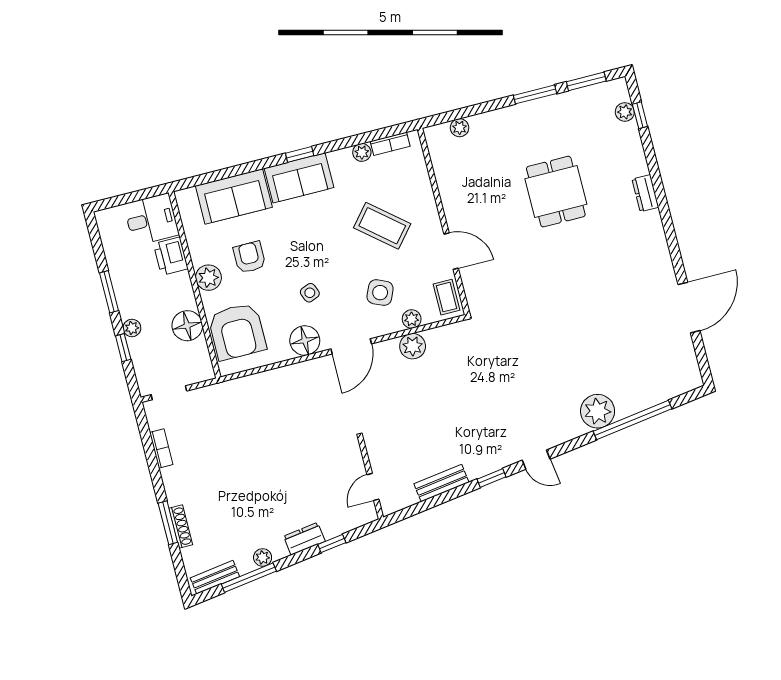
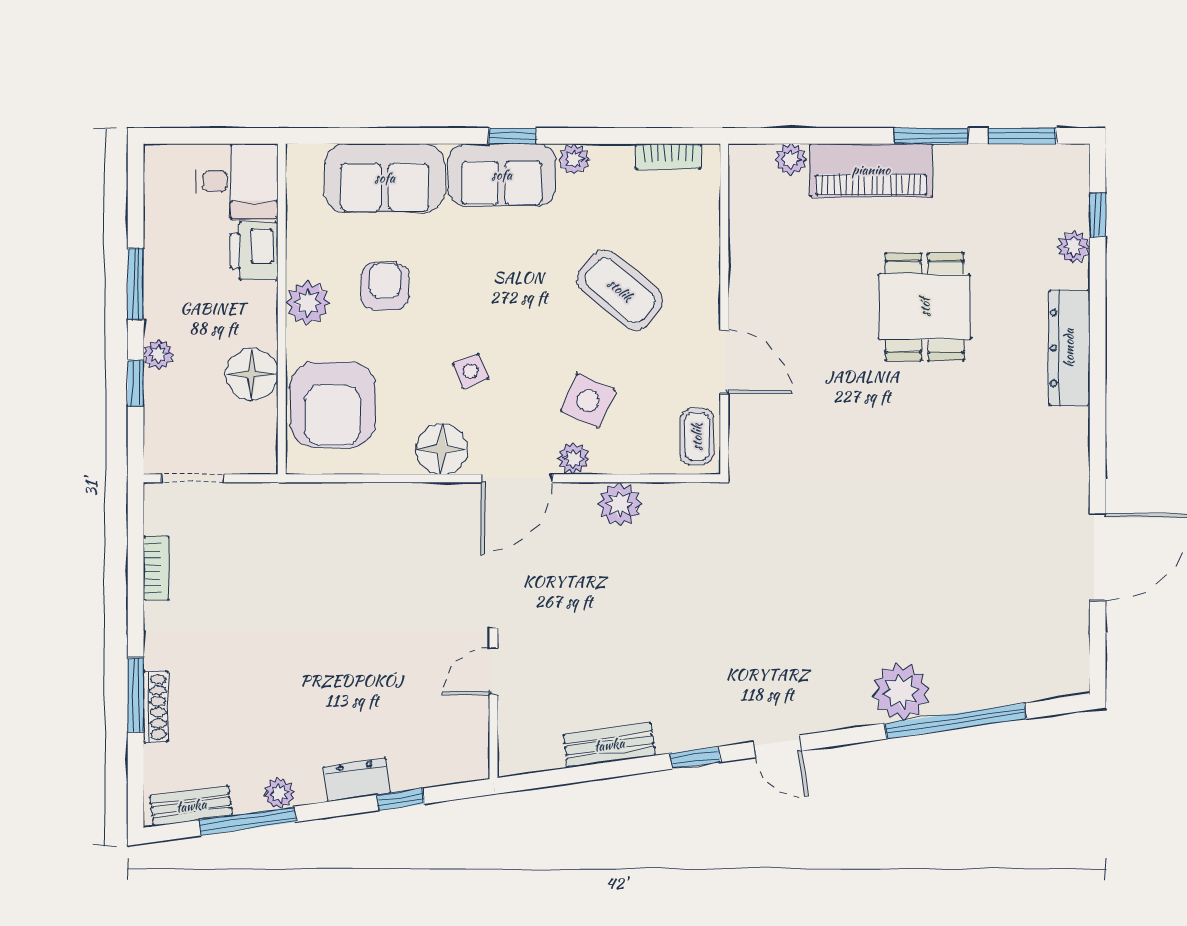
plant: (625, 112) -> (1074, 247), moved
piano: (506, 122) -> (871, 170), added
plant: (362, 152) -> (574, 159), moved
dresser: (645, 193) -> (1069, 348), width x1.96, depth x1.24
plant: (412, 319) -> (573, 458), moved
door: (373, 487) -> (493, 671), moved

